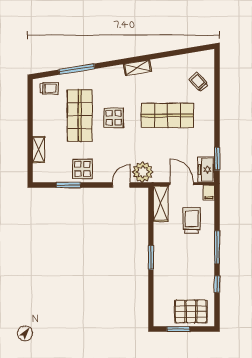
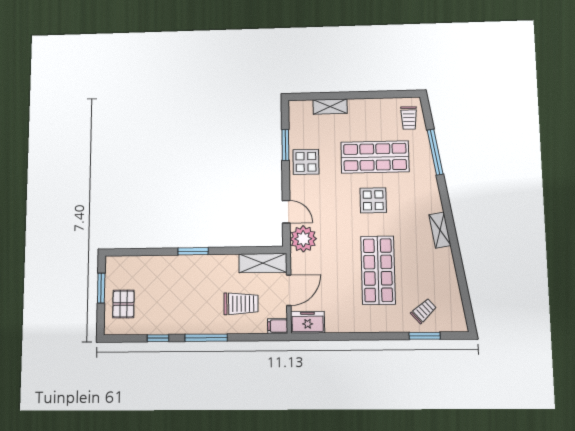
window: (217, 159) -> (425, 336), moved
pallet: (191, 311) -> (123, 304), width x0.67, depth x0.71

